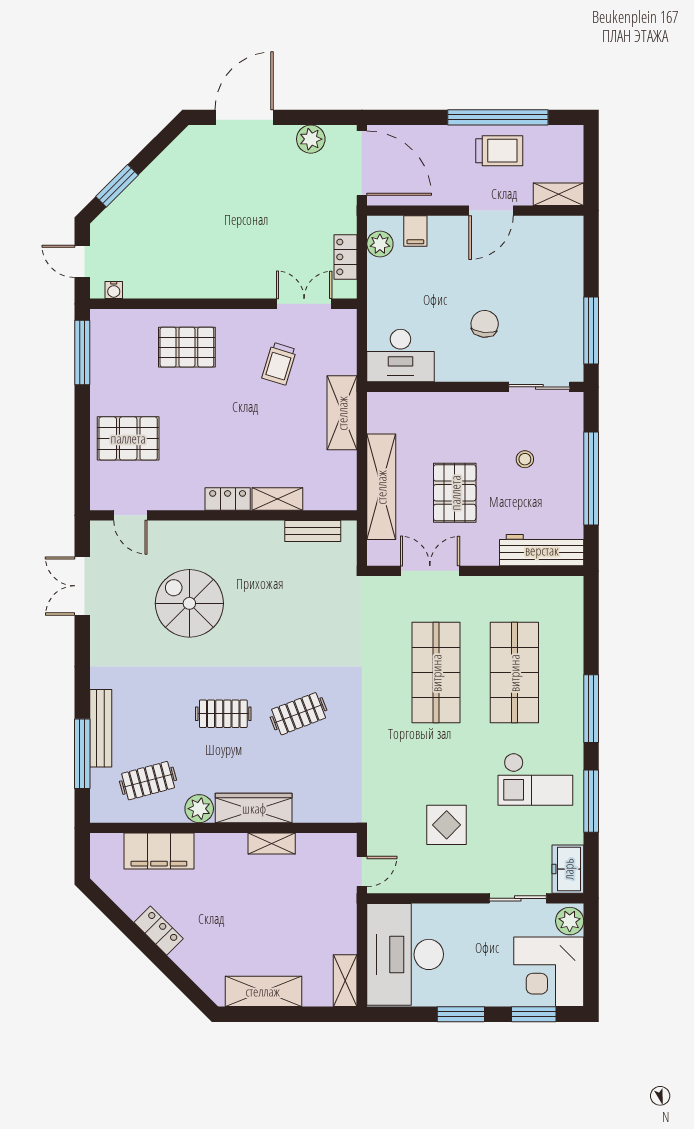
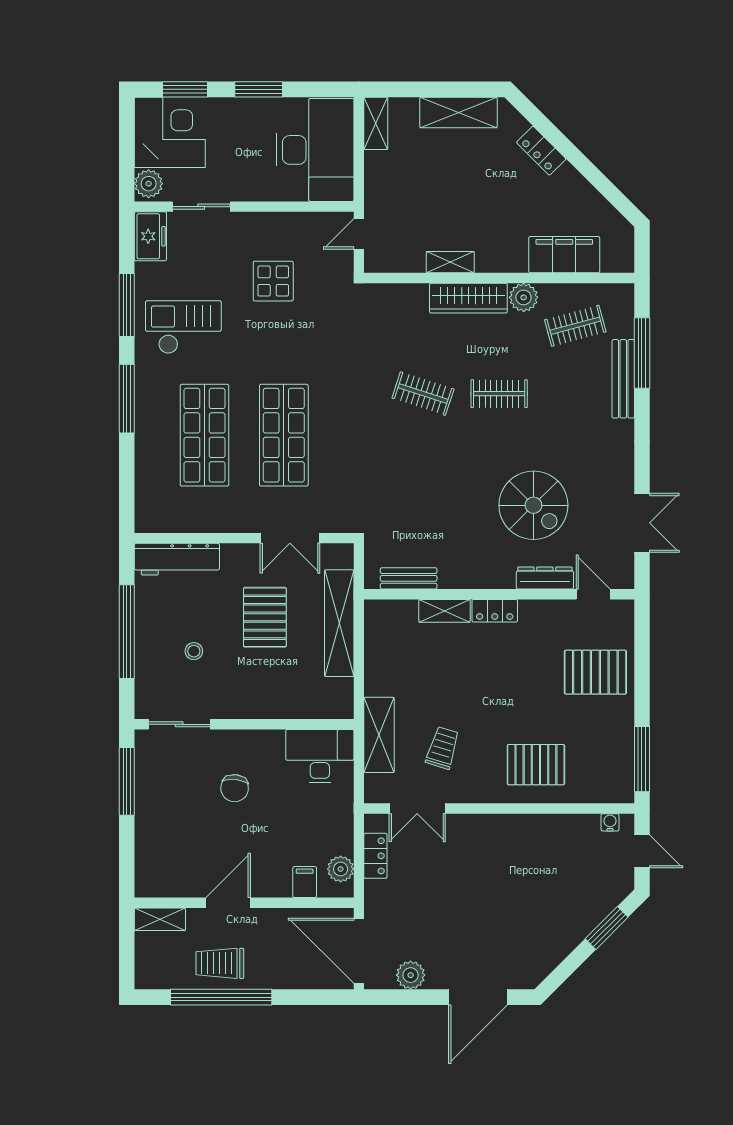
shelving: (342, 413) -> (379, 735), moved
dresser: (178, 531) -> (545, 578), added
clothes rail: (299, 714) -> (423, 394), turned 39
locker: (159, 931) -> (541, 151), moved

